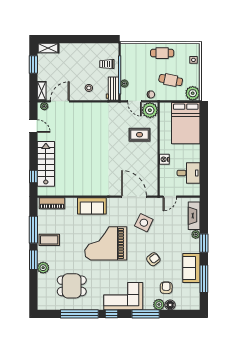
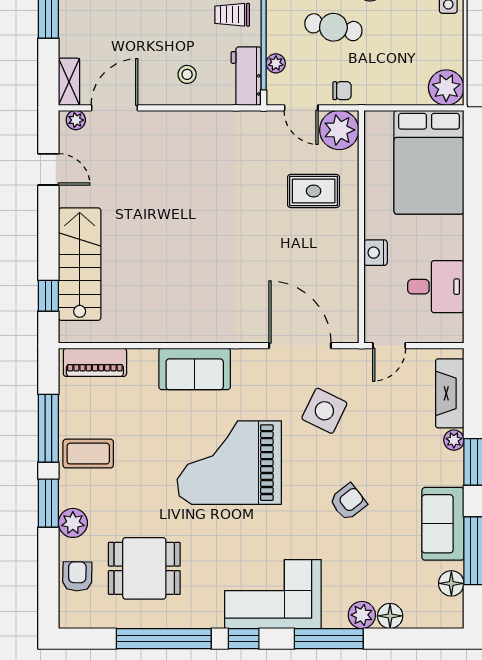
cafe table: (171, 80) -> (333, 27), moved
armchair: (166, 288) -> (77, 576), moved
floor lamp: (195, 292) -> (451, 583), added

